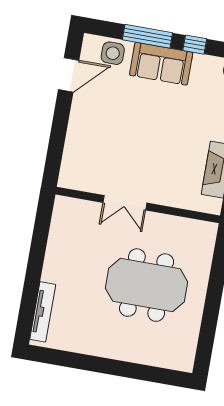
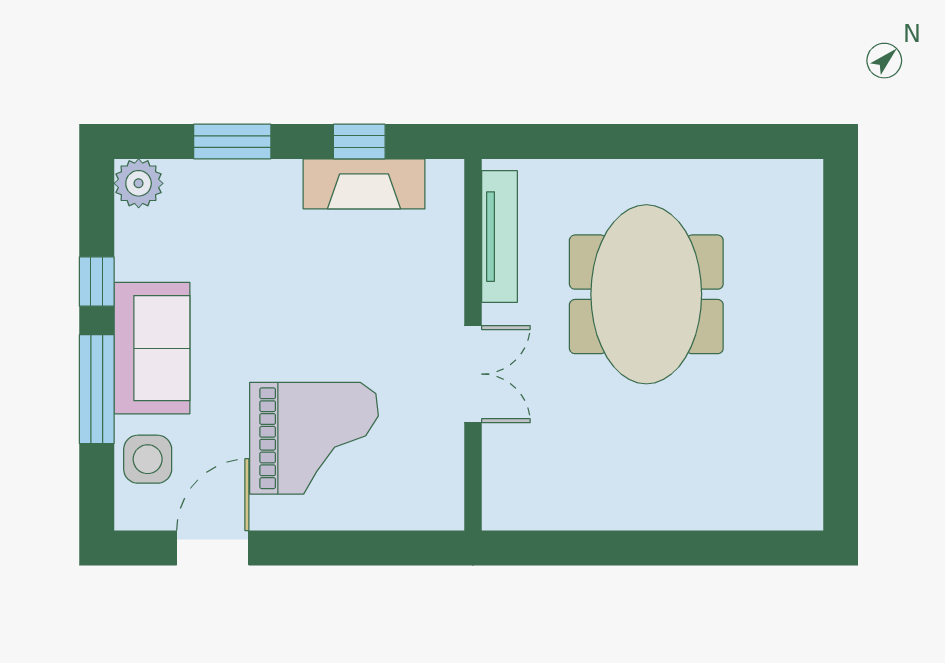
door: (69, 75) -> (213, 548), hinge flipped
grand piano: (109, 128) -> (314, 438), added
tv unit: (43, 312) -> (499, 237), moved, turned 90

